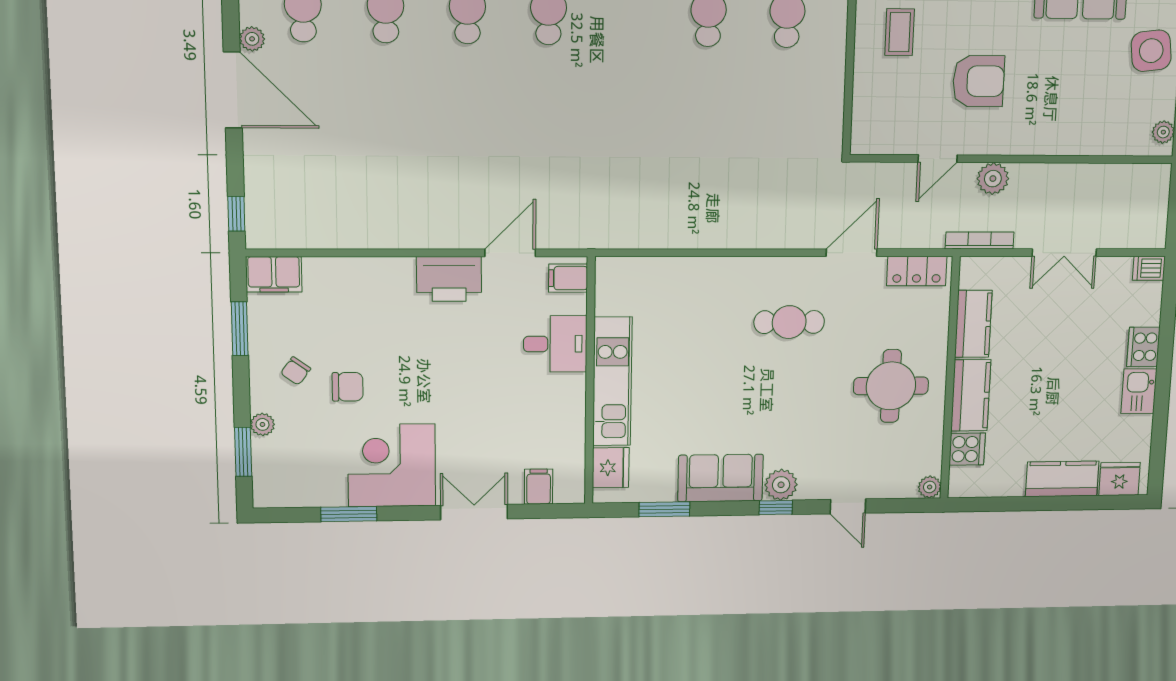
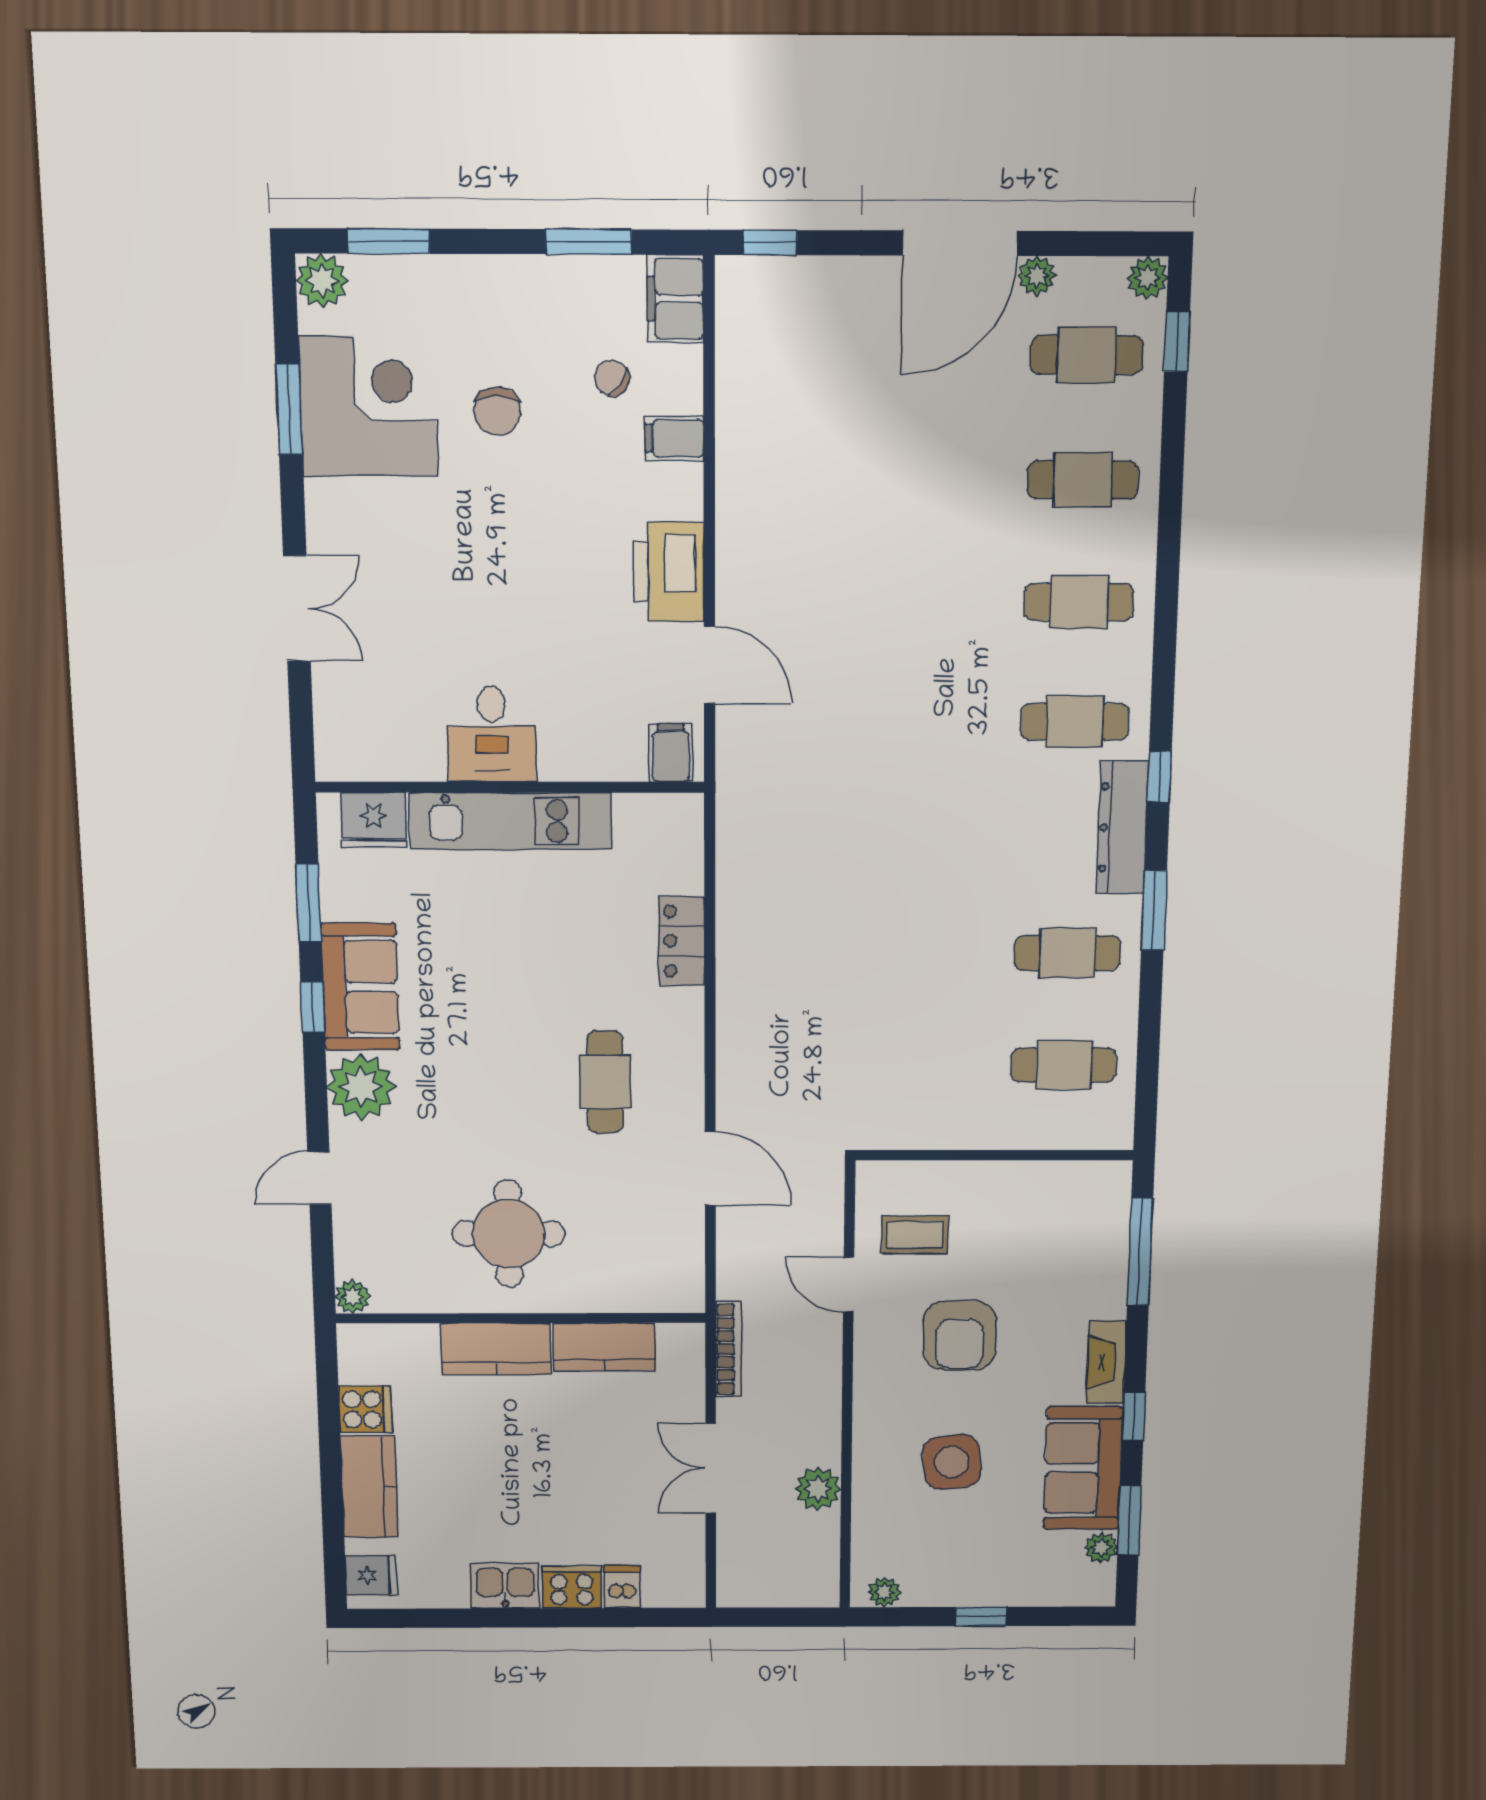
coffee table: (900, 32) -> (915, 1235), moved
side table: (1151, 51) -> (952, 1462), moved
plant: (993, 179) -> (818, 1489), moved
dishwasher: (1149, 268) -> (622, 1587), moved
locker: (917, 271) -> (682, 941), moved
desk: (555, 344) -> (492, 734), moved
chair: (296, 371) -> (612, 378), moved
plant: (262, 424) -> (322, 281), moved, width x1.38, depth x1.38
cooker: (967, 449) -> (365, 1409), moved, turned -90
corner desk: (392, 465) -> (368, 406), moved
fridge: (1119, 479) -> (371, 1575), width x0.72
plant: (781, 485) -> (361, 1087), width x1.36, depth x1.36
filing cabinet: (539, 487) -> (674, 438), moved, turned 180
window: (776, 507) -> (313, 1007), moved

